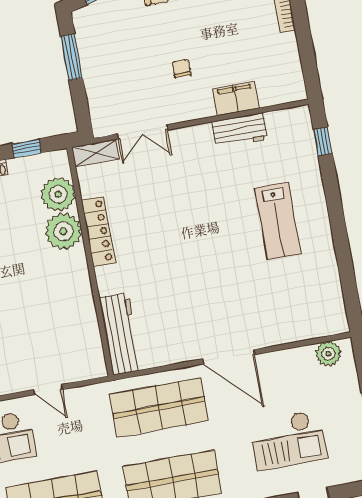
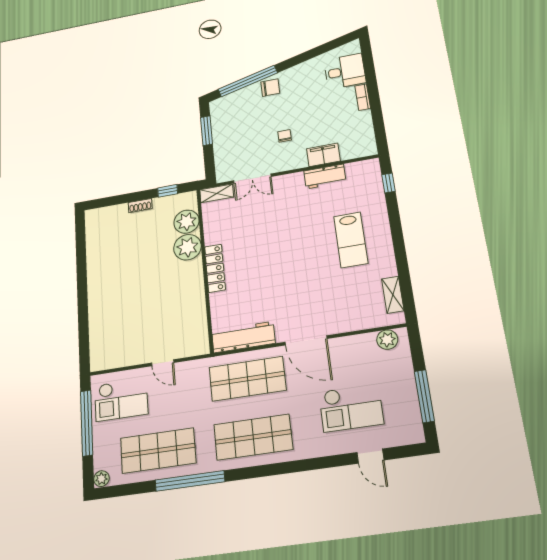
locker: (98, 231) -> (215, 268), moved
shelving: (333, 295) -> (393, 295), added
workbench: (121, 334) -> (243, 337), moved, turned -90

